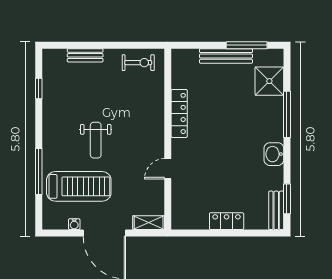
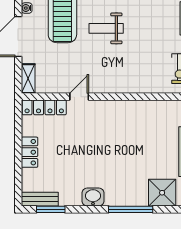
locker: (179, 113) -> (44, 107), moved
door: (168, 169) -> (79, 97), hinge flipped

